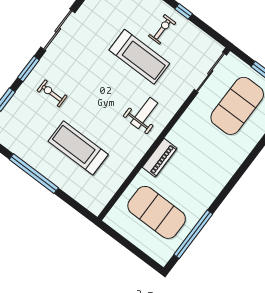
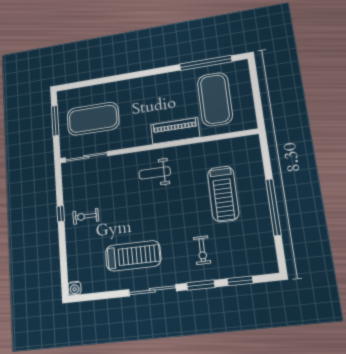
treadmill: (139, 57) -> (133, 256), moved, turned 90
piano: (160, 158) -> (175, 131), width x1.37, depth x1.33

